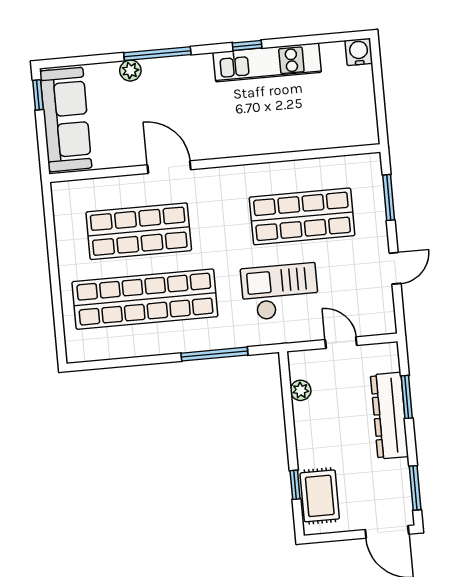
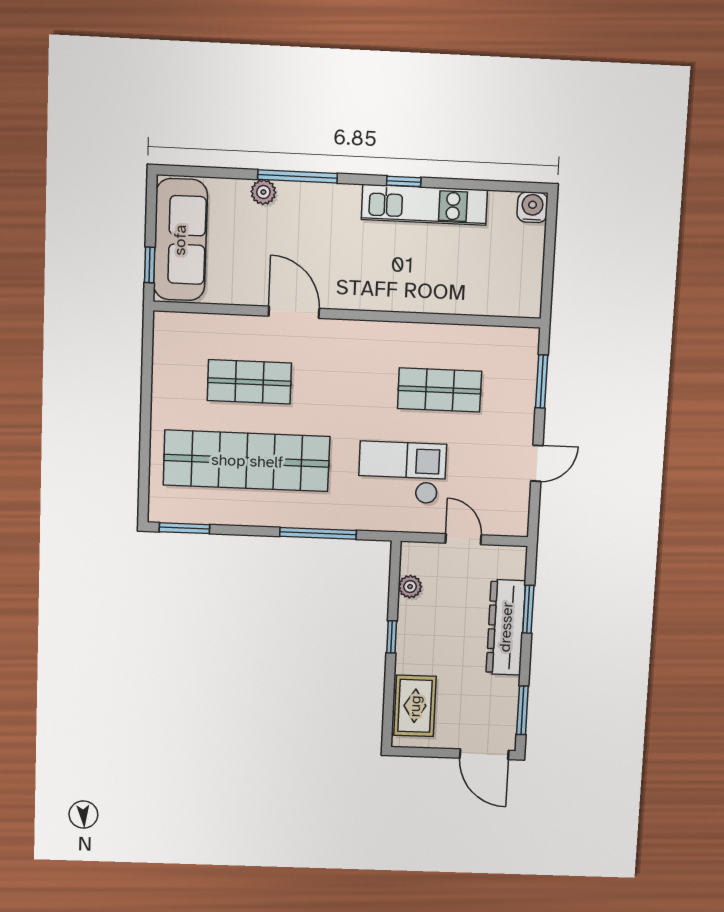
window: (38, 95) -> (150, 265), moved
shop shelf: (302, 216) -> (440, 390), width x0.70, depth x0.74
shop shelf: (139, 231) -> (249, 382), width x0.70, depth x0.74
window: (99, 365) -> (184, 528), added
window: (295, 485) -> (392, 637), moved

